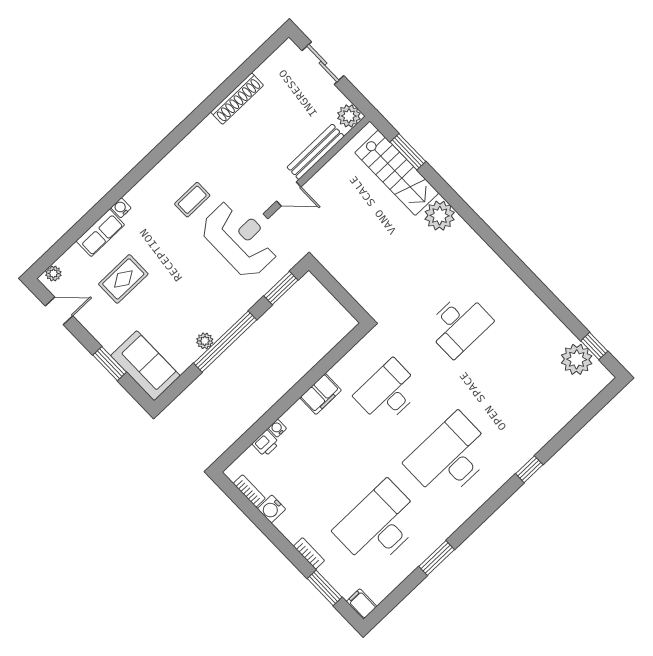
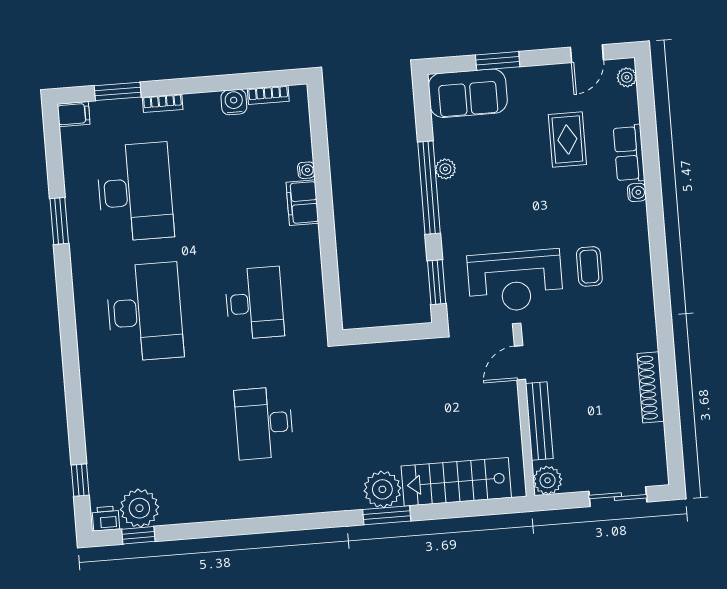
window: (408, 152) -> (387, 515), moved
filing cabinet: (321, 394) -> (302, 203), moved
printer: (266, 443) -> (106, 519), moved, turned 90
window: (529, 469) -> (80, 480), moved

